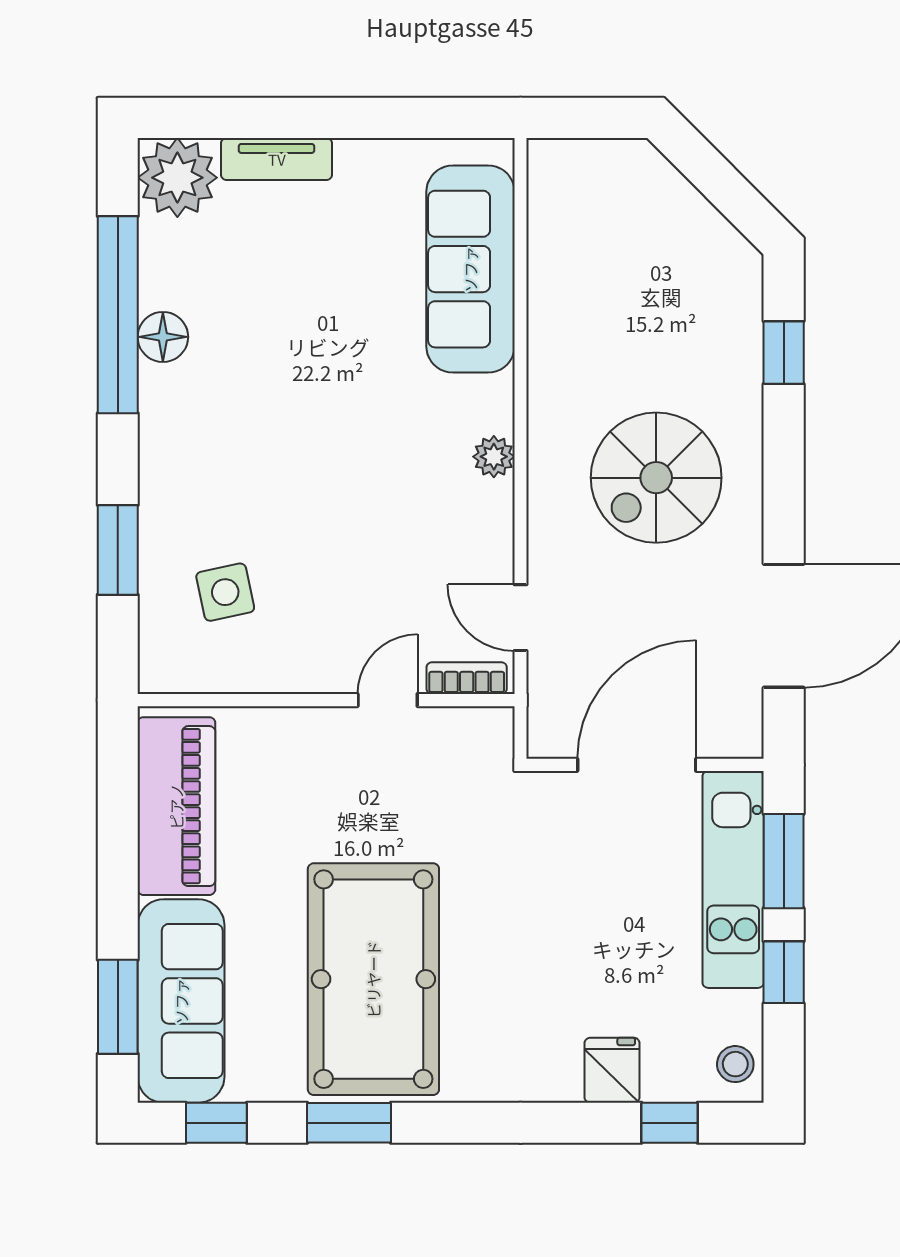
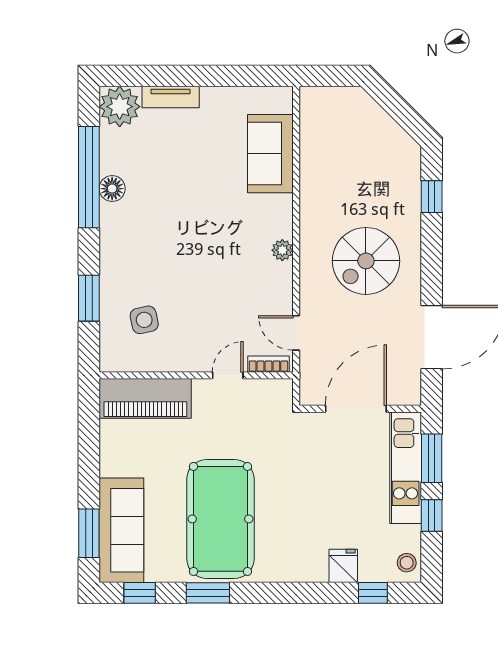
sofa: (470, 269) -> (270, 154), width x0.73
piano: (176, 806) -> (145, 398), moved, turned 90

